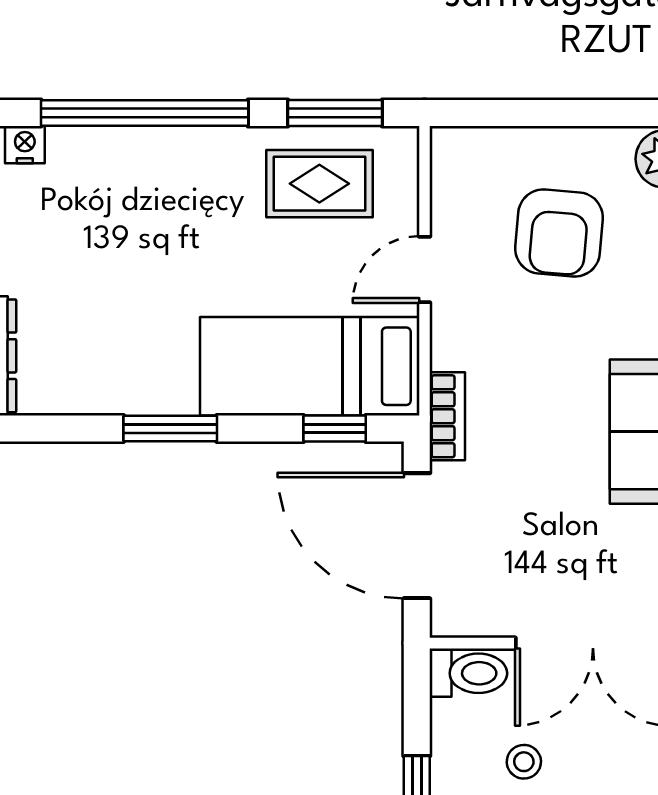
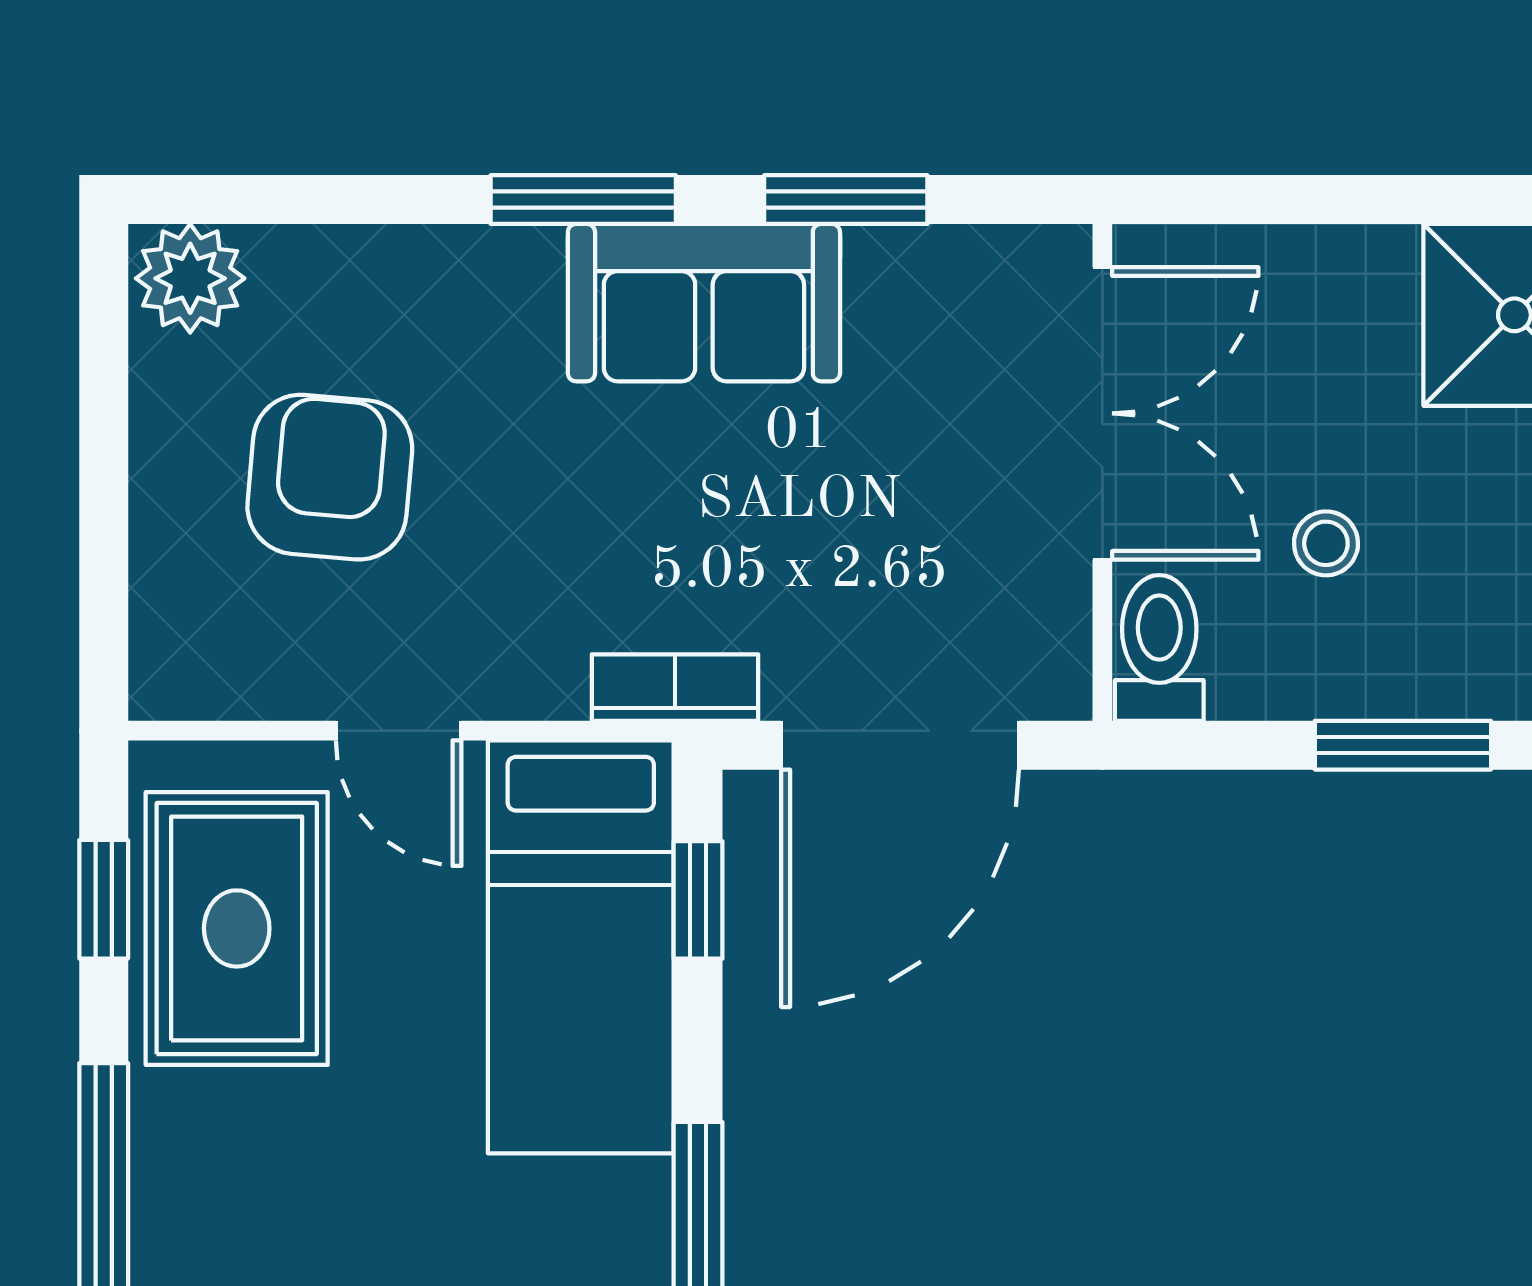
window: (335, 113) -> (104, 899), width x0.67
rug: (319, 184) -> (237, 928), width x1.36, depth x1.43
armchair: (559, 233) -> (330, 477), turned -90

